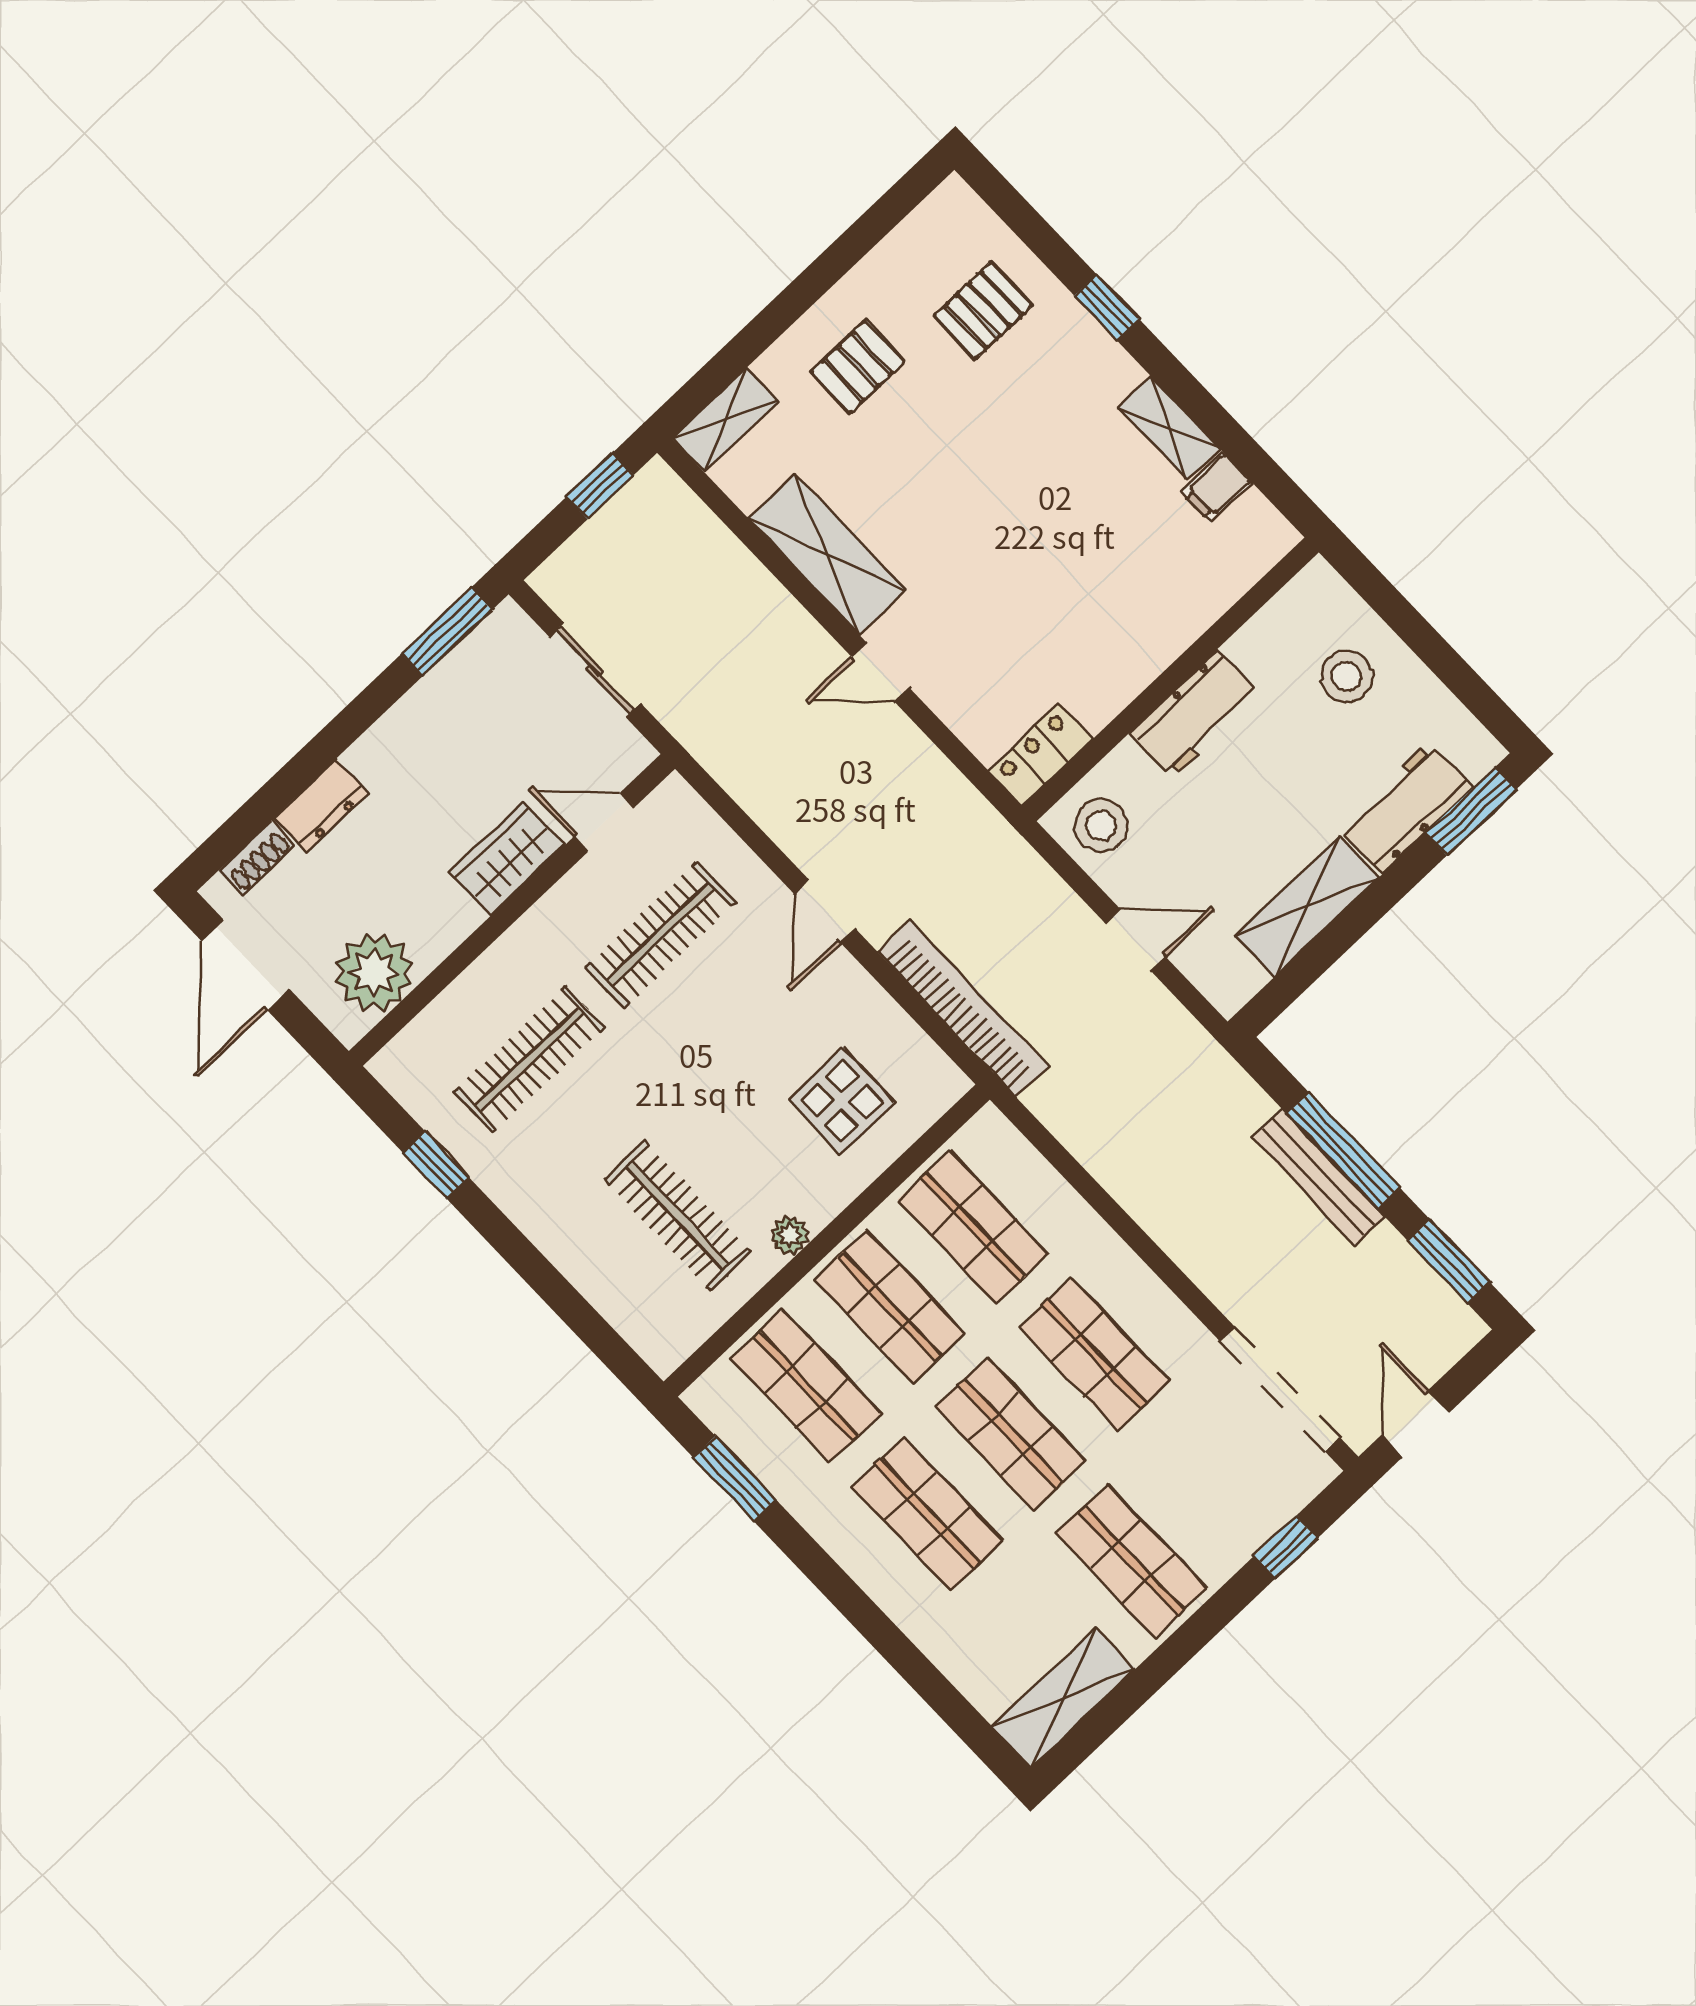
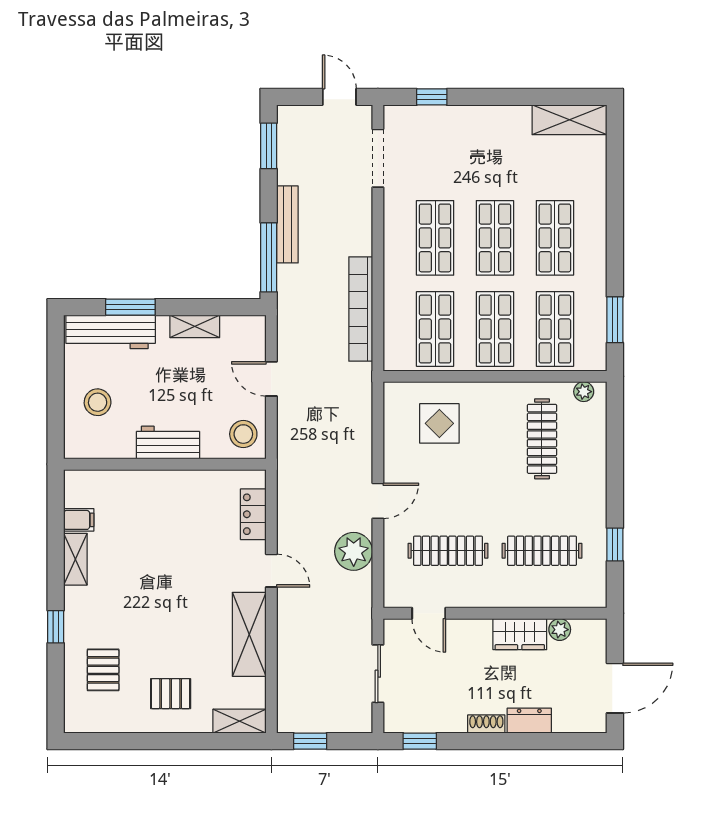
pallet: (983, 310) -> (103, 670), turned 90
window: (447, 632) -> (420, 741), width x0.67
locker: (1041, 755) -> (253, 514), moved, turned 90
plant: (791, 808) -> (354, 551), added
workbench: (1405, 808) -> (111, 332), width x1.37
window: (1471, 811) -> (130, 307), moved
shoe rack: (257, 858) -> (486, 724), moved
wardrobe: (507, 859) -> (520, 634), moved
shelving: (1307, 906) -> (195, 326), width x0.67, depth x0.75
plant: (374, 973) -> (560, 630), width x0.53, depth x0.53
bookcase: (963, 1009) -> (361, 309), moved
window: (1343, 1151) -> (269, 257), moved
plant: (790, 1235) -> (584, 392), moved
doorway: (1280, 1389) -> (378, 158), width x0.73
door: (1415, 1424) -> (339, 97), swing flipped
shop shelf: (1132, 1561) -> (495, 147), removed

